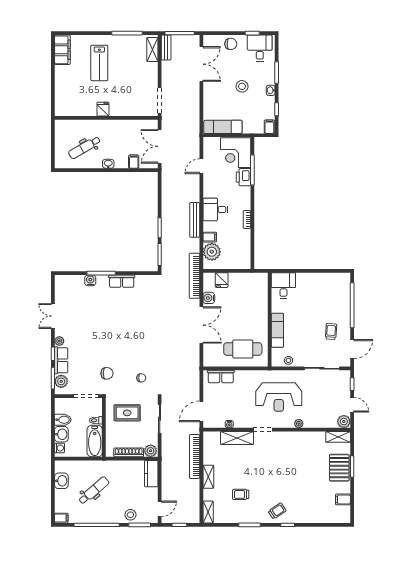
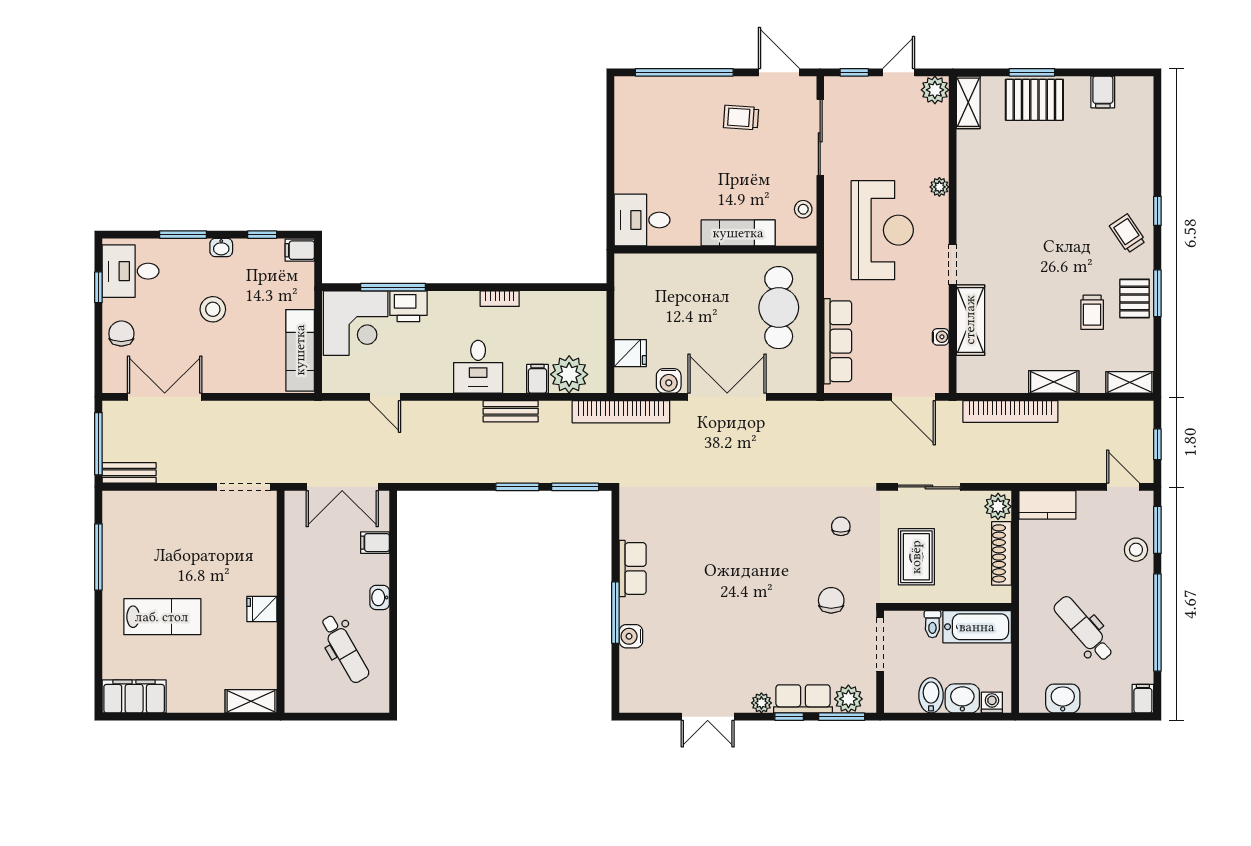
shelving: (152, 50) -> (251, 701), moved
bench: (195, 220) -> (511, 411), width x0.73
row of seats: (221, 376) -> (838, 341), width x1.48
pallet: (247, 514) -> (1135, 298), added

